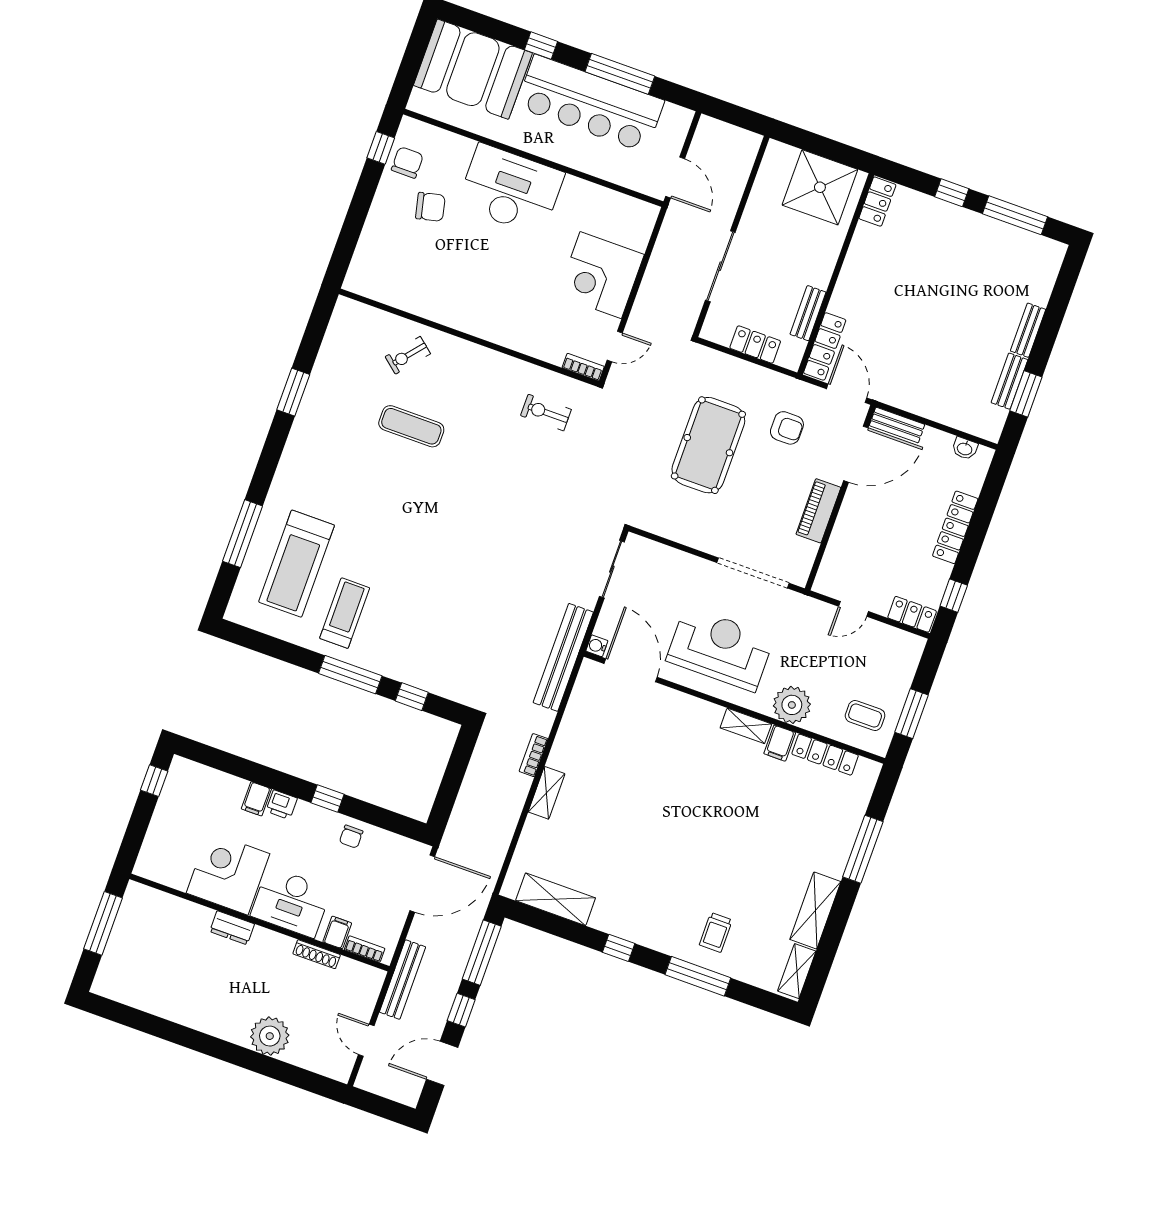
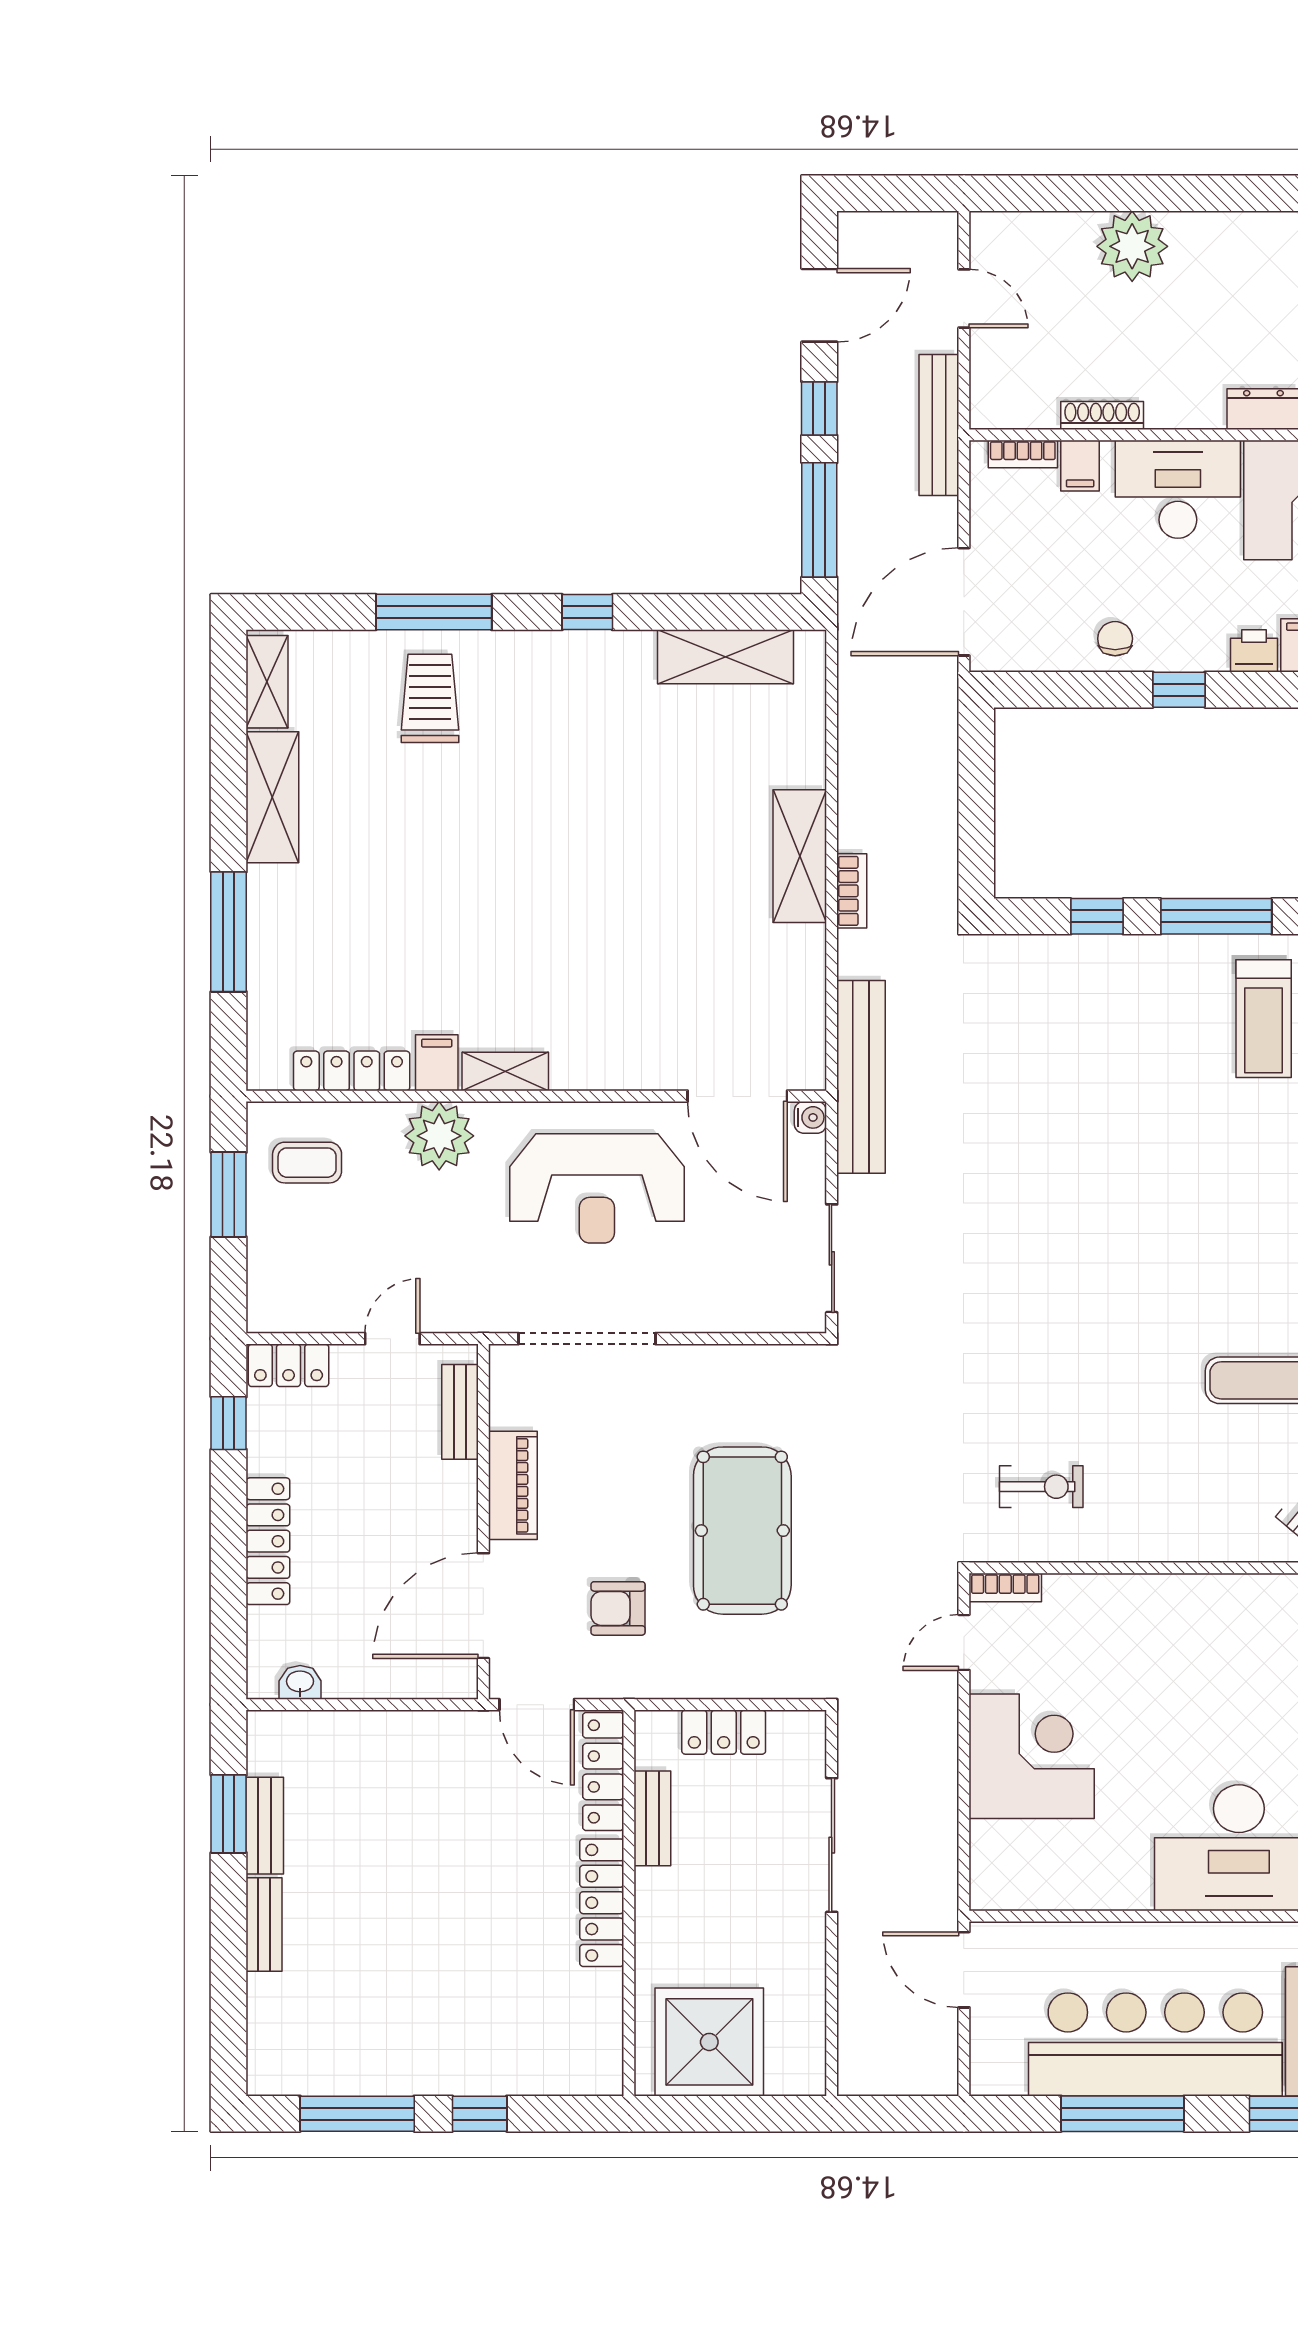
locker: (877, 202) -> (602, 1903), moved, width x1.53
bench: (897, 425) -> (460, 1412), moved, turned 90
shelving: (547, 793) -> (800, 856), width x1.50, depth x1.33
trolley: (716, 932) -> (430, 698), width x1.36, depth x1.39

